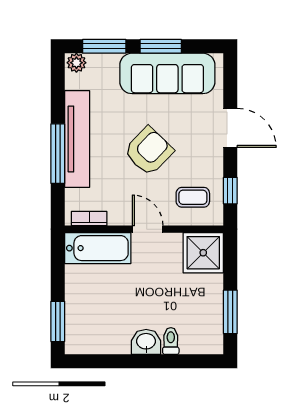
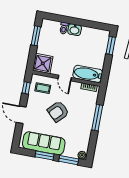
tv unit: (77, 139) -> (88, 122), removed

